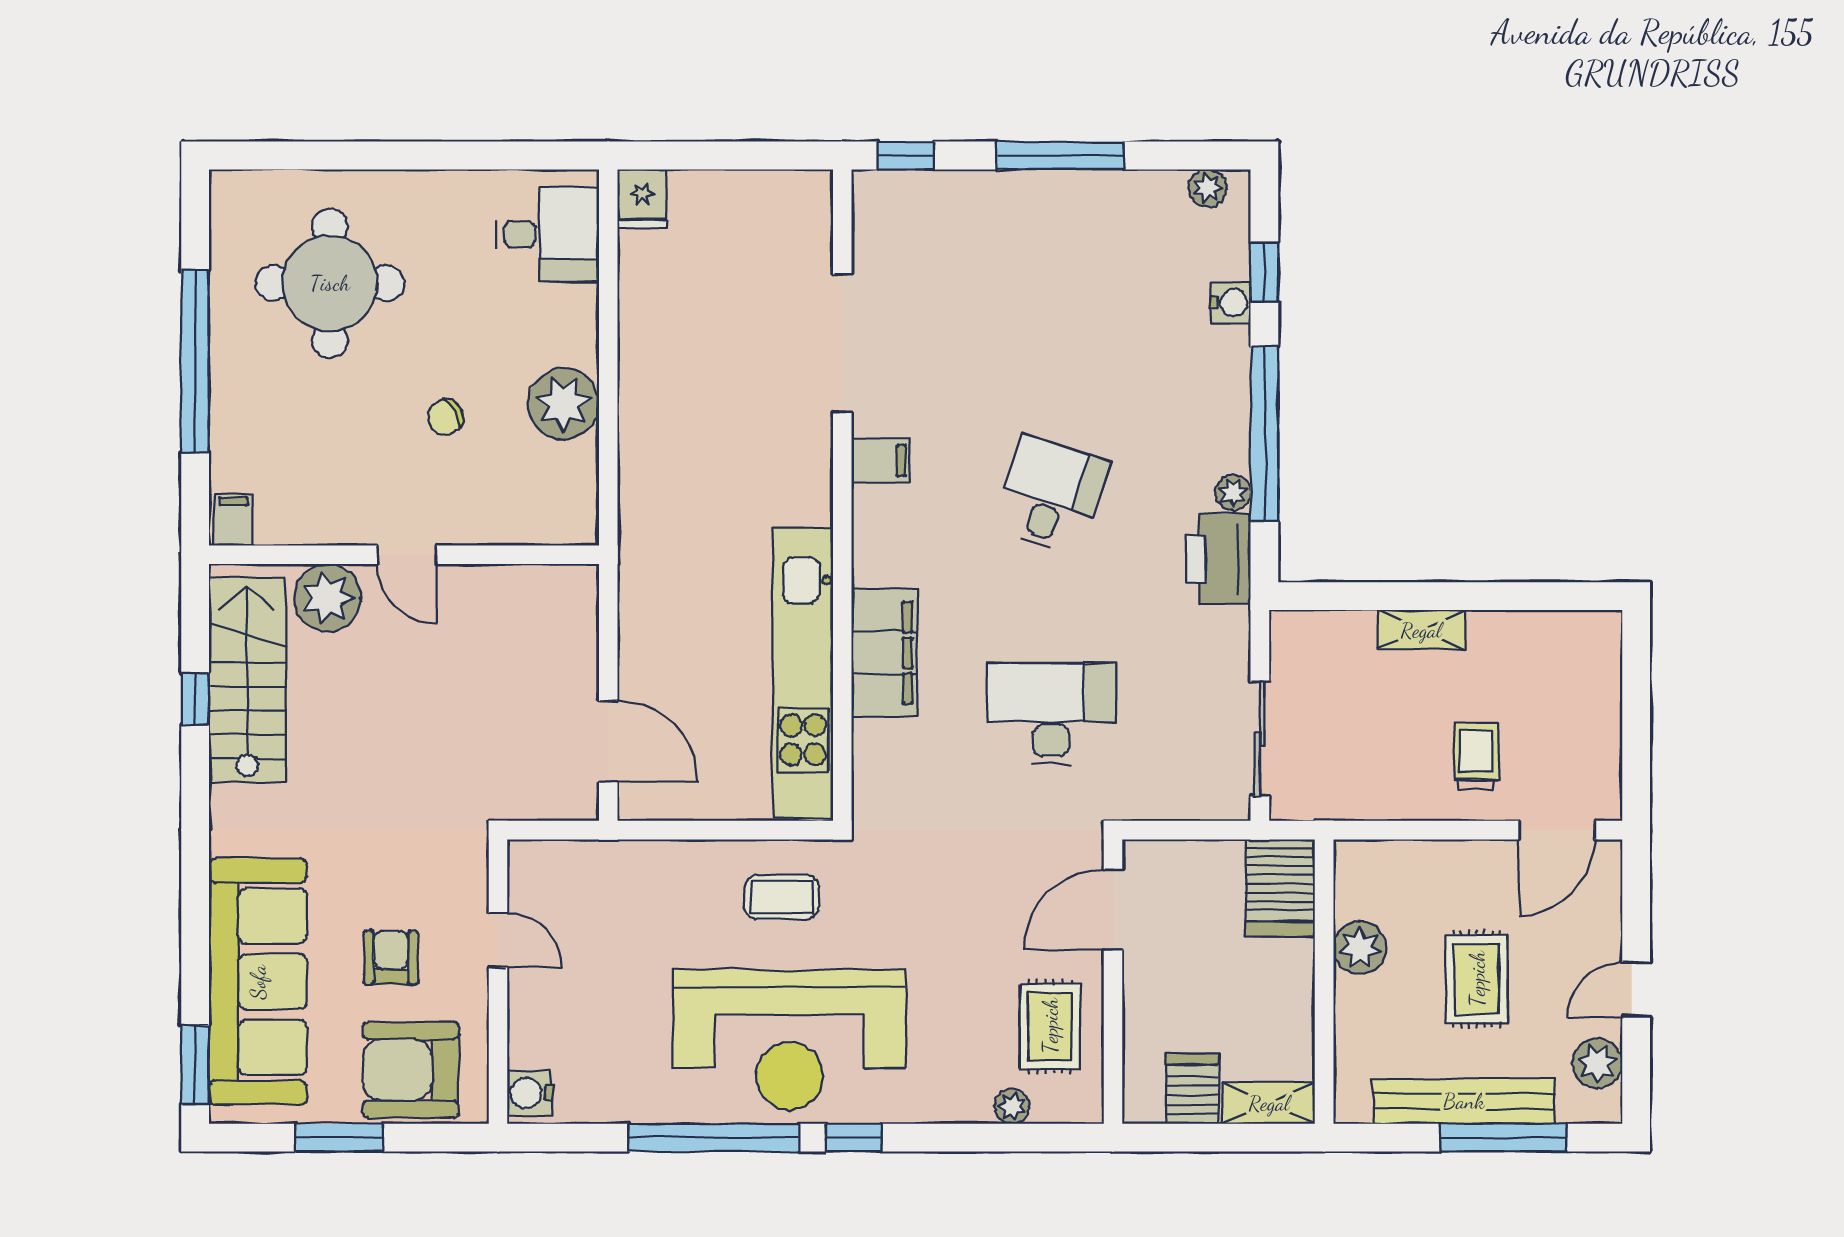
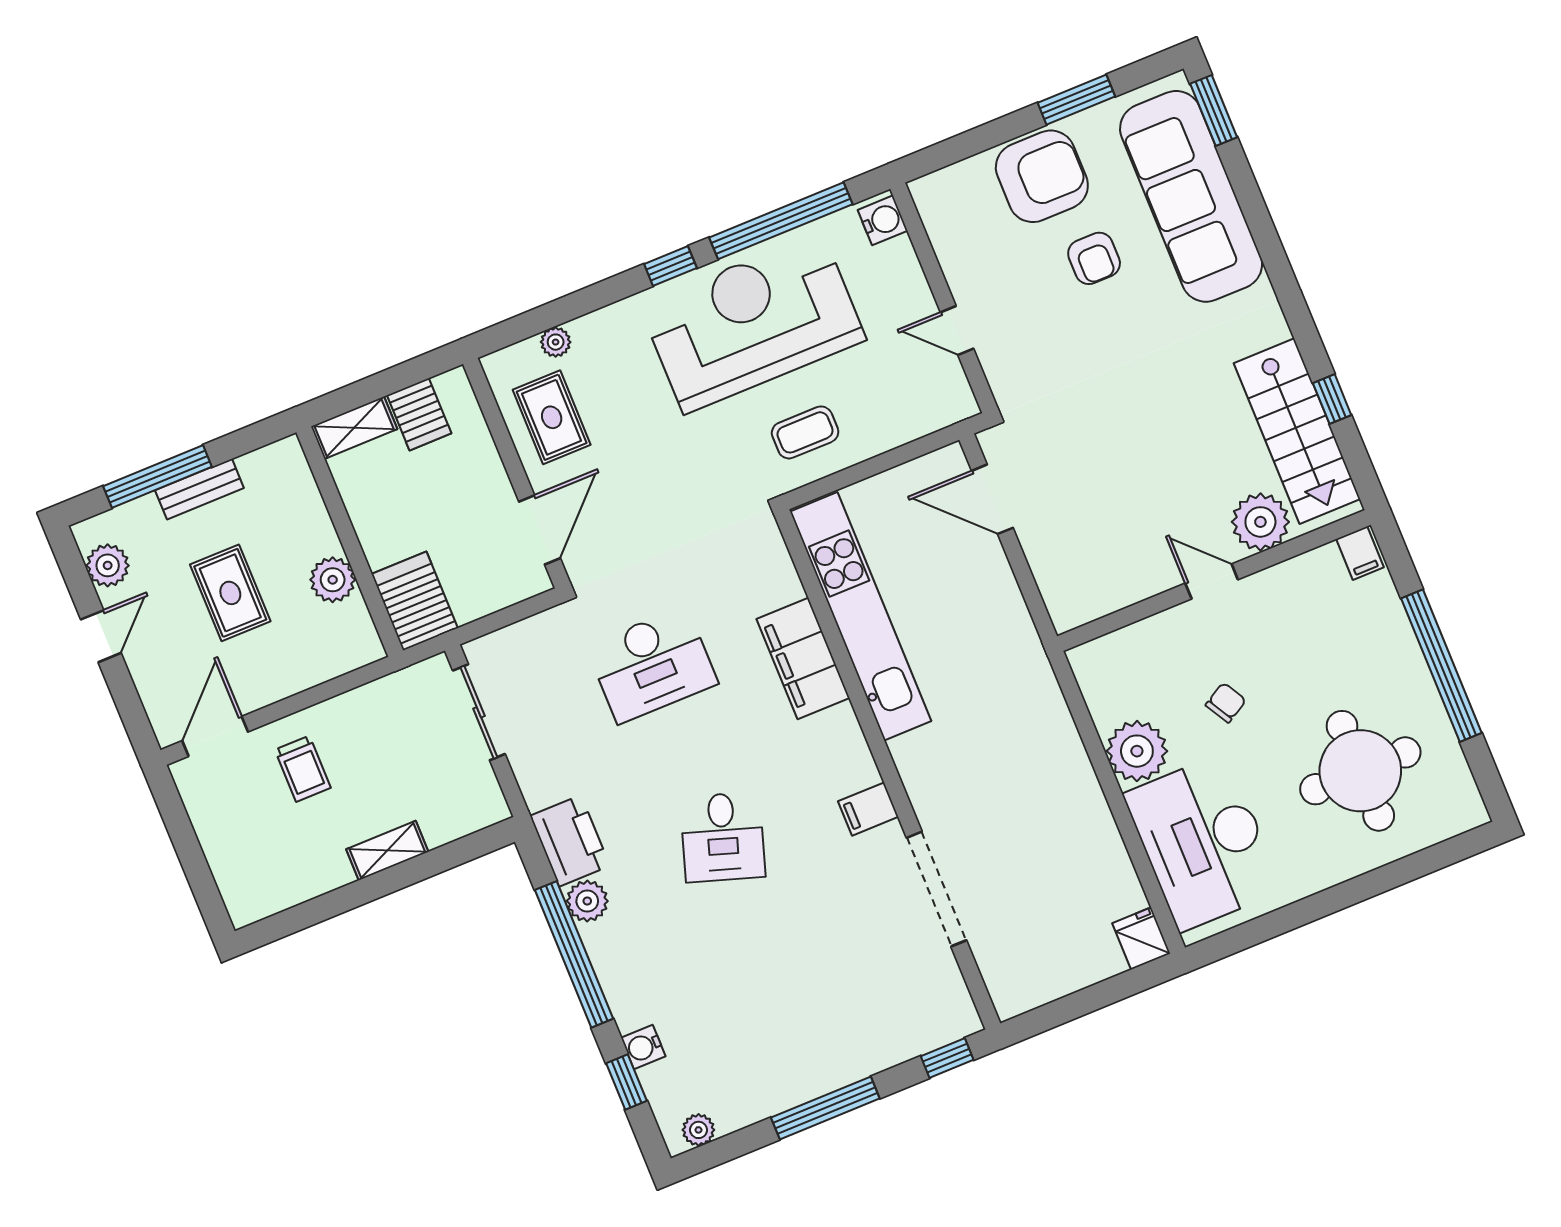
desk: (548, 234) -> (1203, 842), width x1.87, depth x1.30
plant: (1233, 492) -> (587, 901), width x1.38, depth x1.38
door: (498, 940) -> (957, 330), moved
wall: (498, 982) -> (944, 298), moved
water cooler: (530, 1093) -> (883, 220), moved
bench: (1464, 1101) -> (199, 489), width x0.54, depth x0.82

